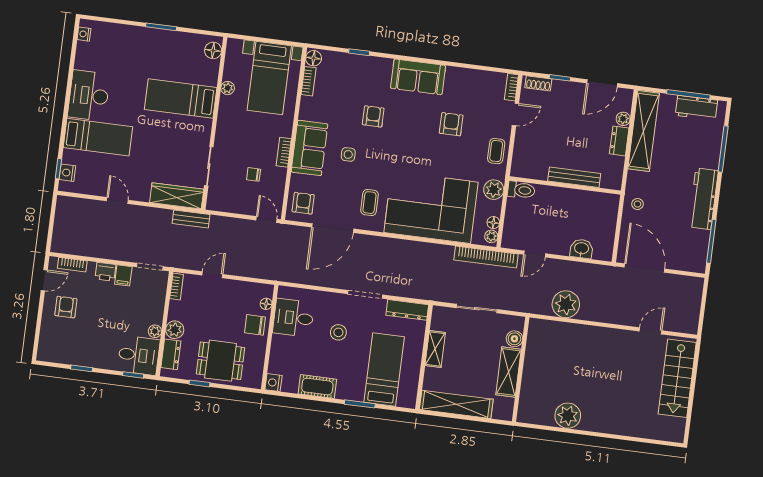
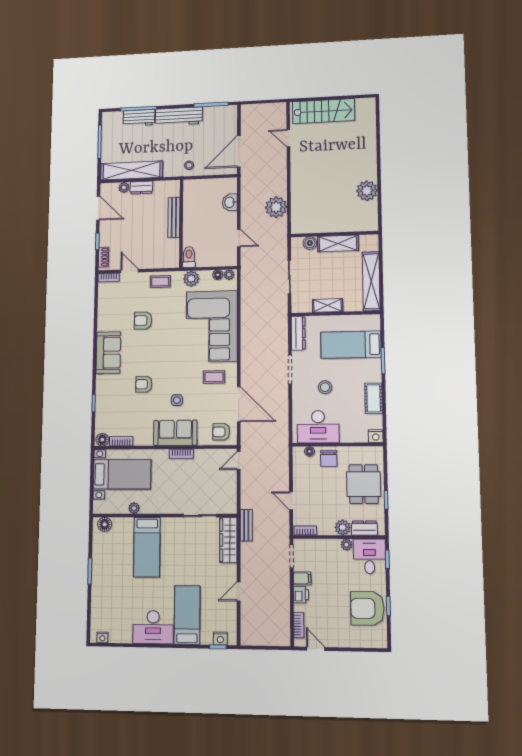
workbench: (696, 108) -> (139, 118), moved, turned 90
chair: (254, 174) -> (203, 477), removed
bookcase: (486, 257) -> (246, 276), removed
armchair: (66, 307) -> (367, 608), moved, width x1.88, depth x1.88
desk: (293, 318) -> (318, 427), width x1.37

